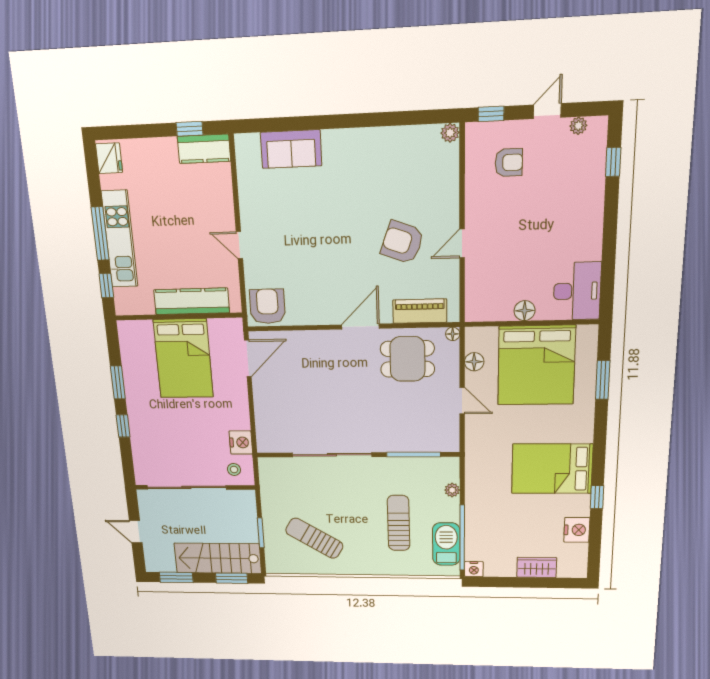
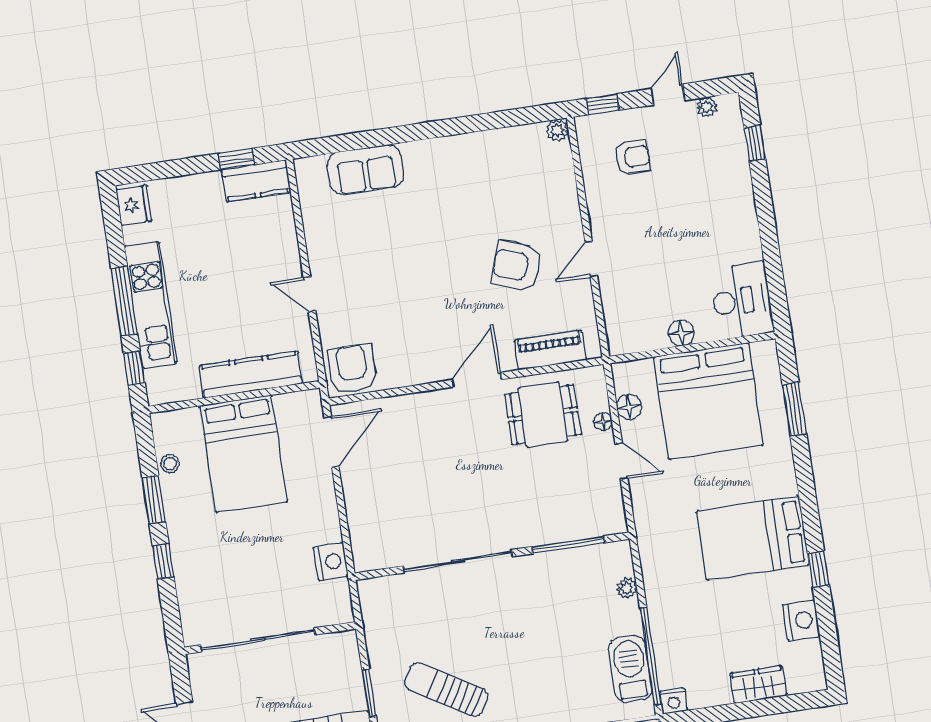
floor lamp: (453, 334) -> (603, 421), moved
stool: (234, 469) -> (170, 464), moved
sun lounger: (399, 523) -> (561, 648), removed

